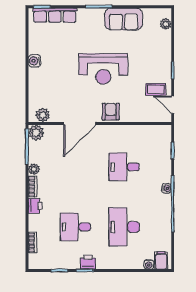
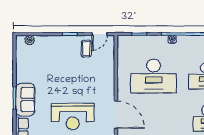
sofa: (124, 19) -> (25, 100), moved
reception desk: (103, 69) -> (73, 116), moved, turned 90
armchair: (111, 112) -> (106, 88), removed
desk: (124, 167) -> (154, 76), width x1.87, depth x1.30

